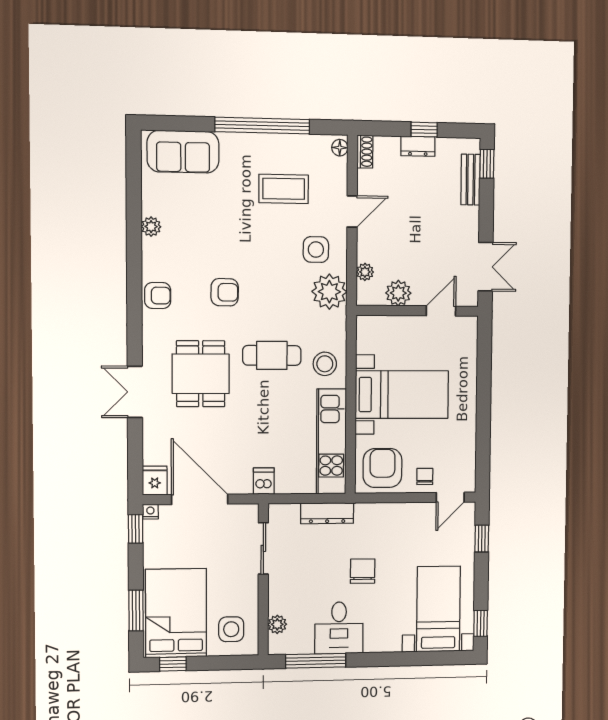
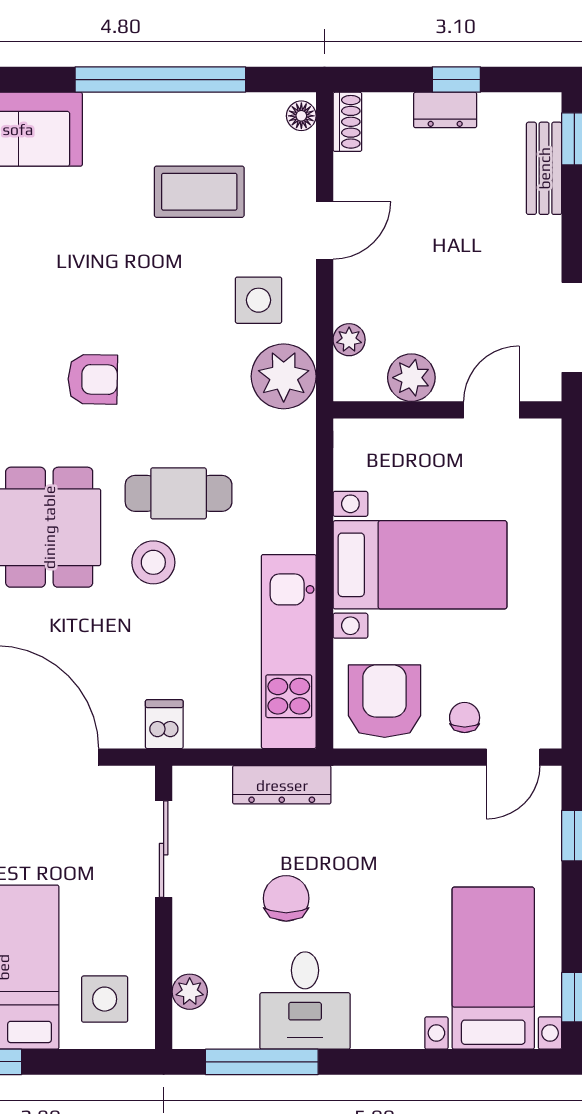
stool: (325, 364) -> (153, 562), moved
chair: (363, 571) -> (286, 898), moved

